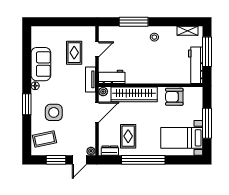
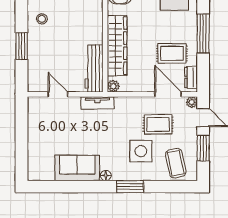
window: (134, 22) -> (22, 46), width x0.69
rug: (74, 53) -> (158, 124), moved
workbench: (112, 77) -> (94, 68), width x1.38
door: (97, 112) -> (168, 94), moved
window: (143, 160) -> (203, 34), width x0.68

